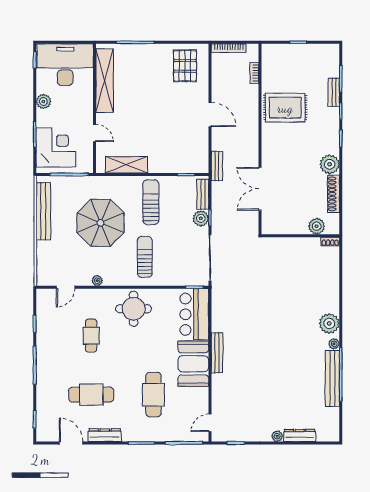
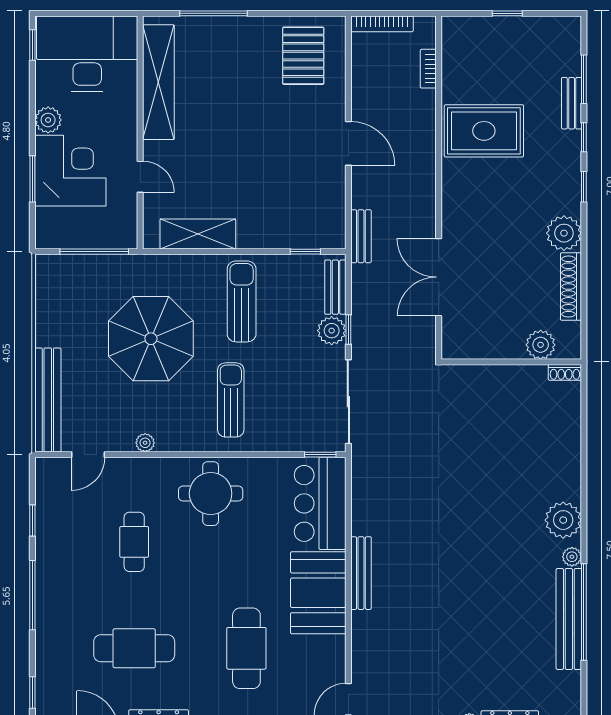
corner desk: (56, 147) -> (70, 171), moved
bench: (43, 211) -> (48, 400), moved

